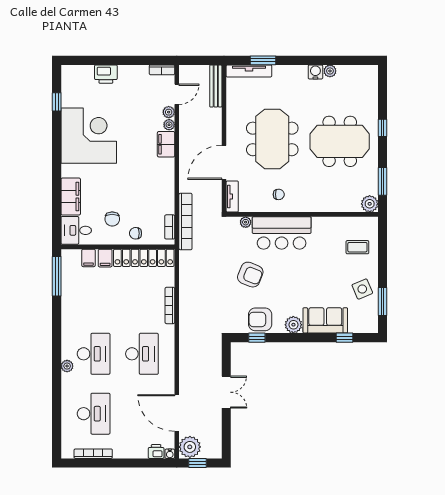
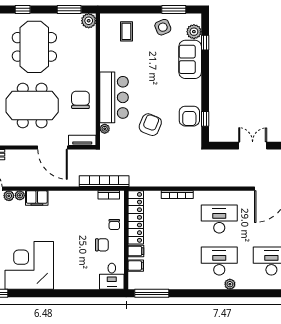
chair: (279, 194) -> (80, 100), width x1.87, depth x1.87
filing cabinet: (71, 197) -> (82, 281), removed
plant: (293, 325) -> (194, 32), moved

